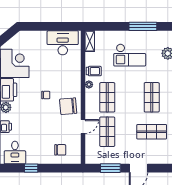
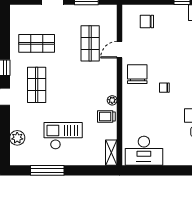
shop shelf: (107, 97) -> (90, 85), removed
chair: (68, 106) -> (137, 74), turned -85

